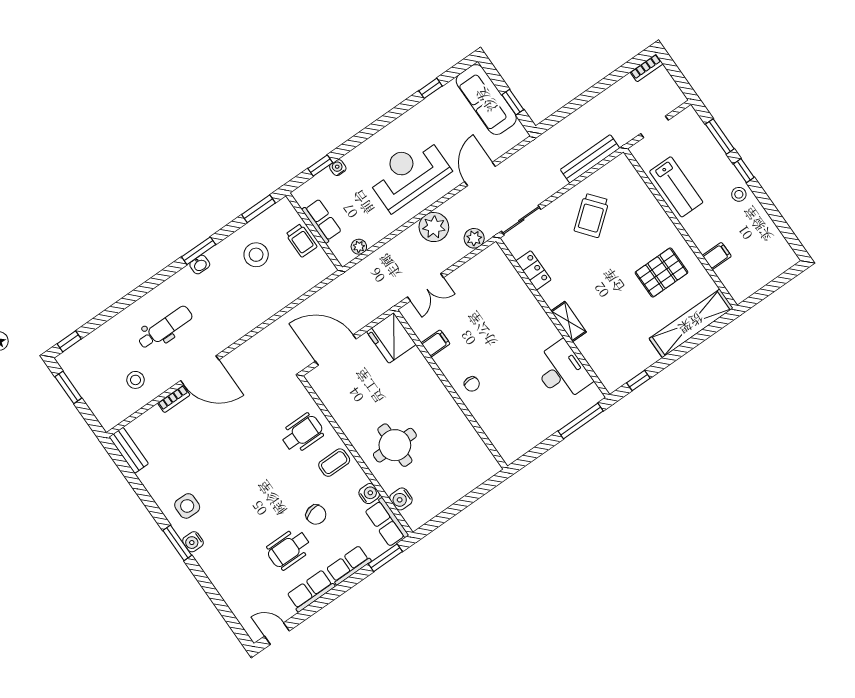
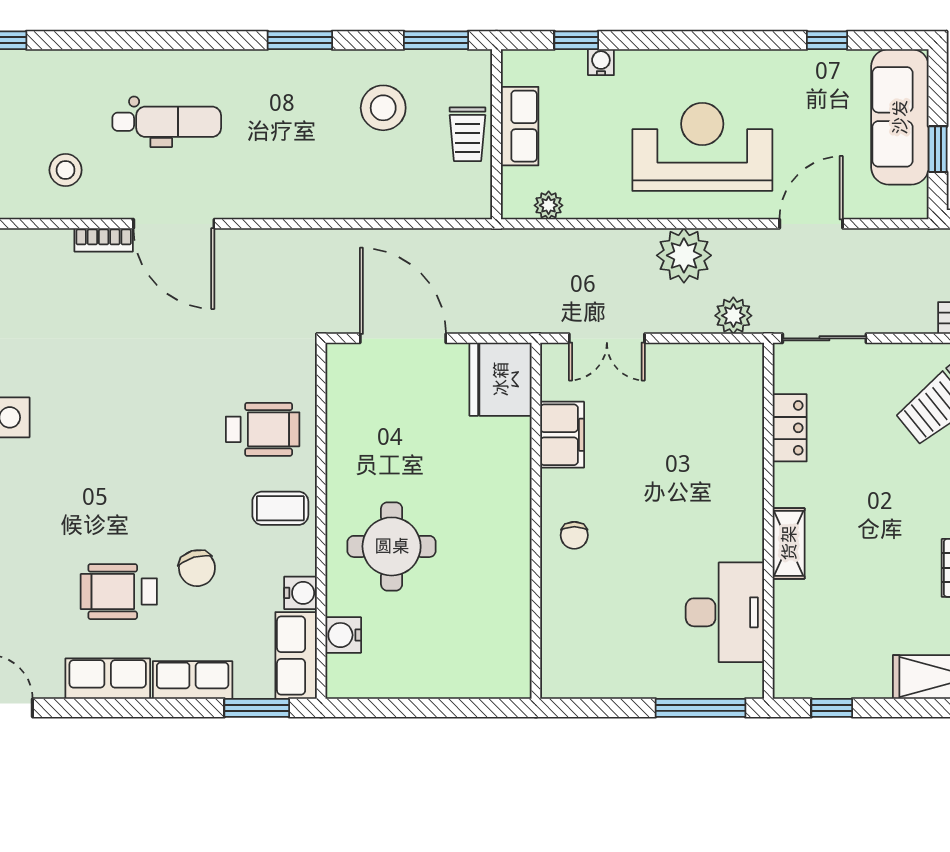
washbasin: (200, 265) -> (287, 63), removed
filing cabinet: (436, 343) -> (562, 435), width x2.00

